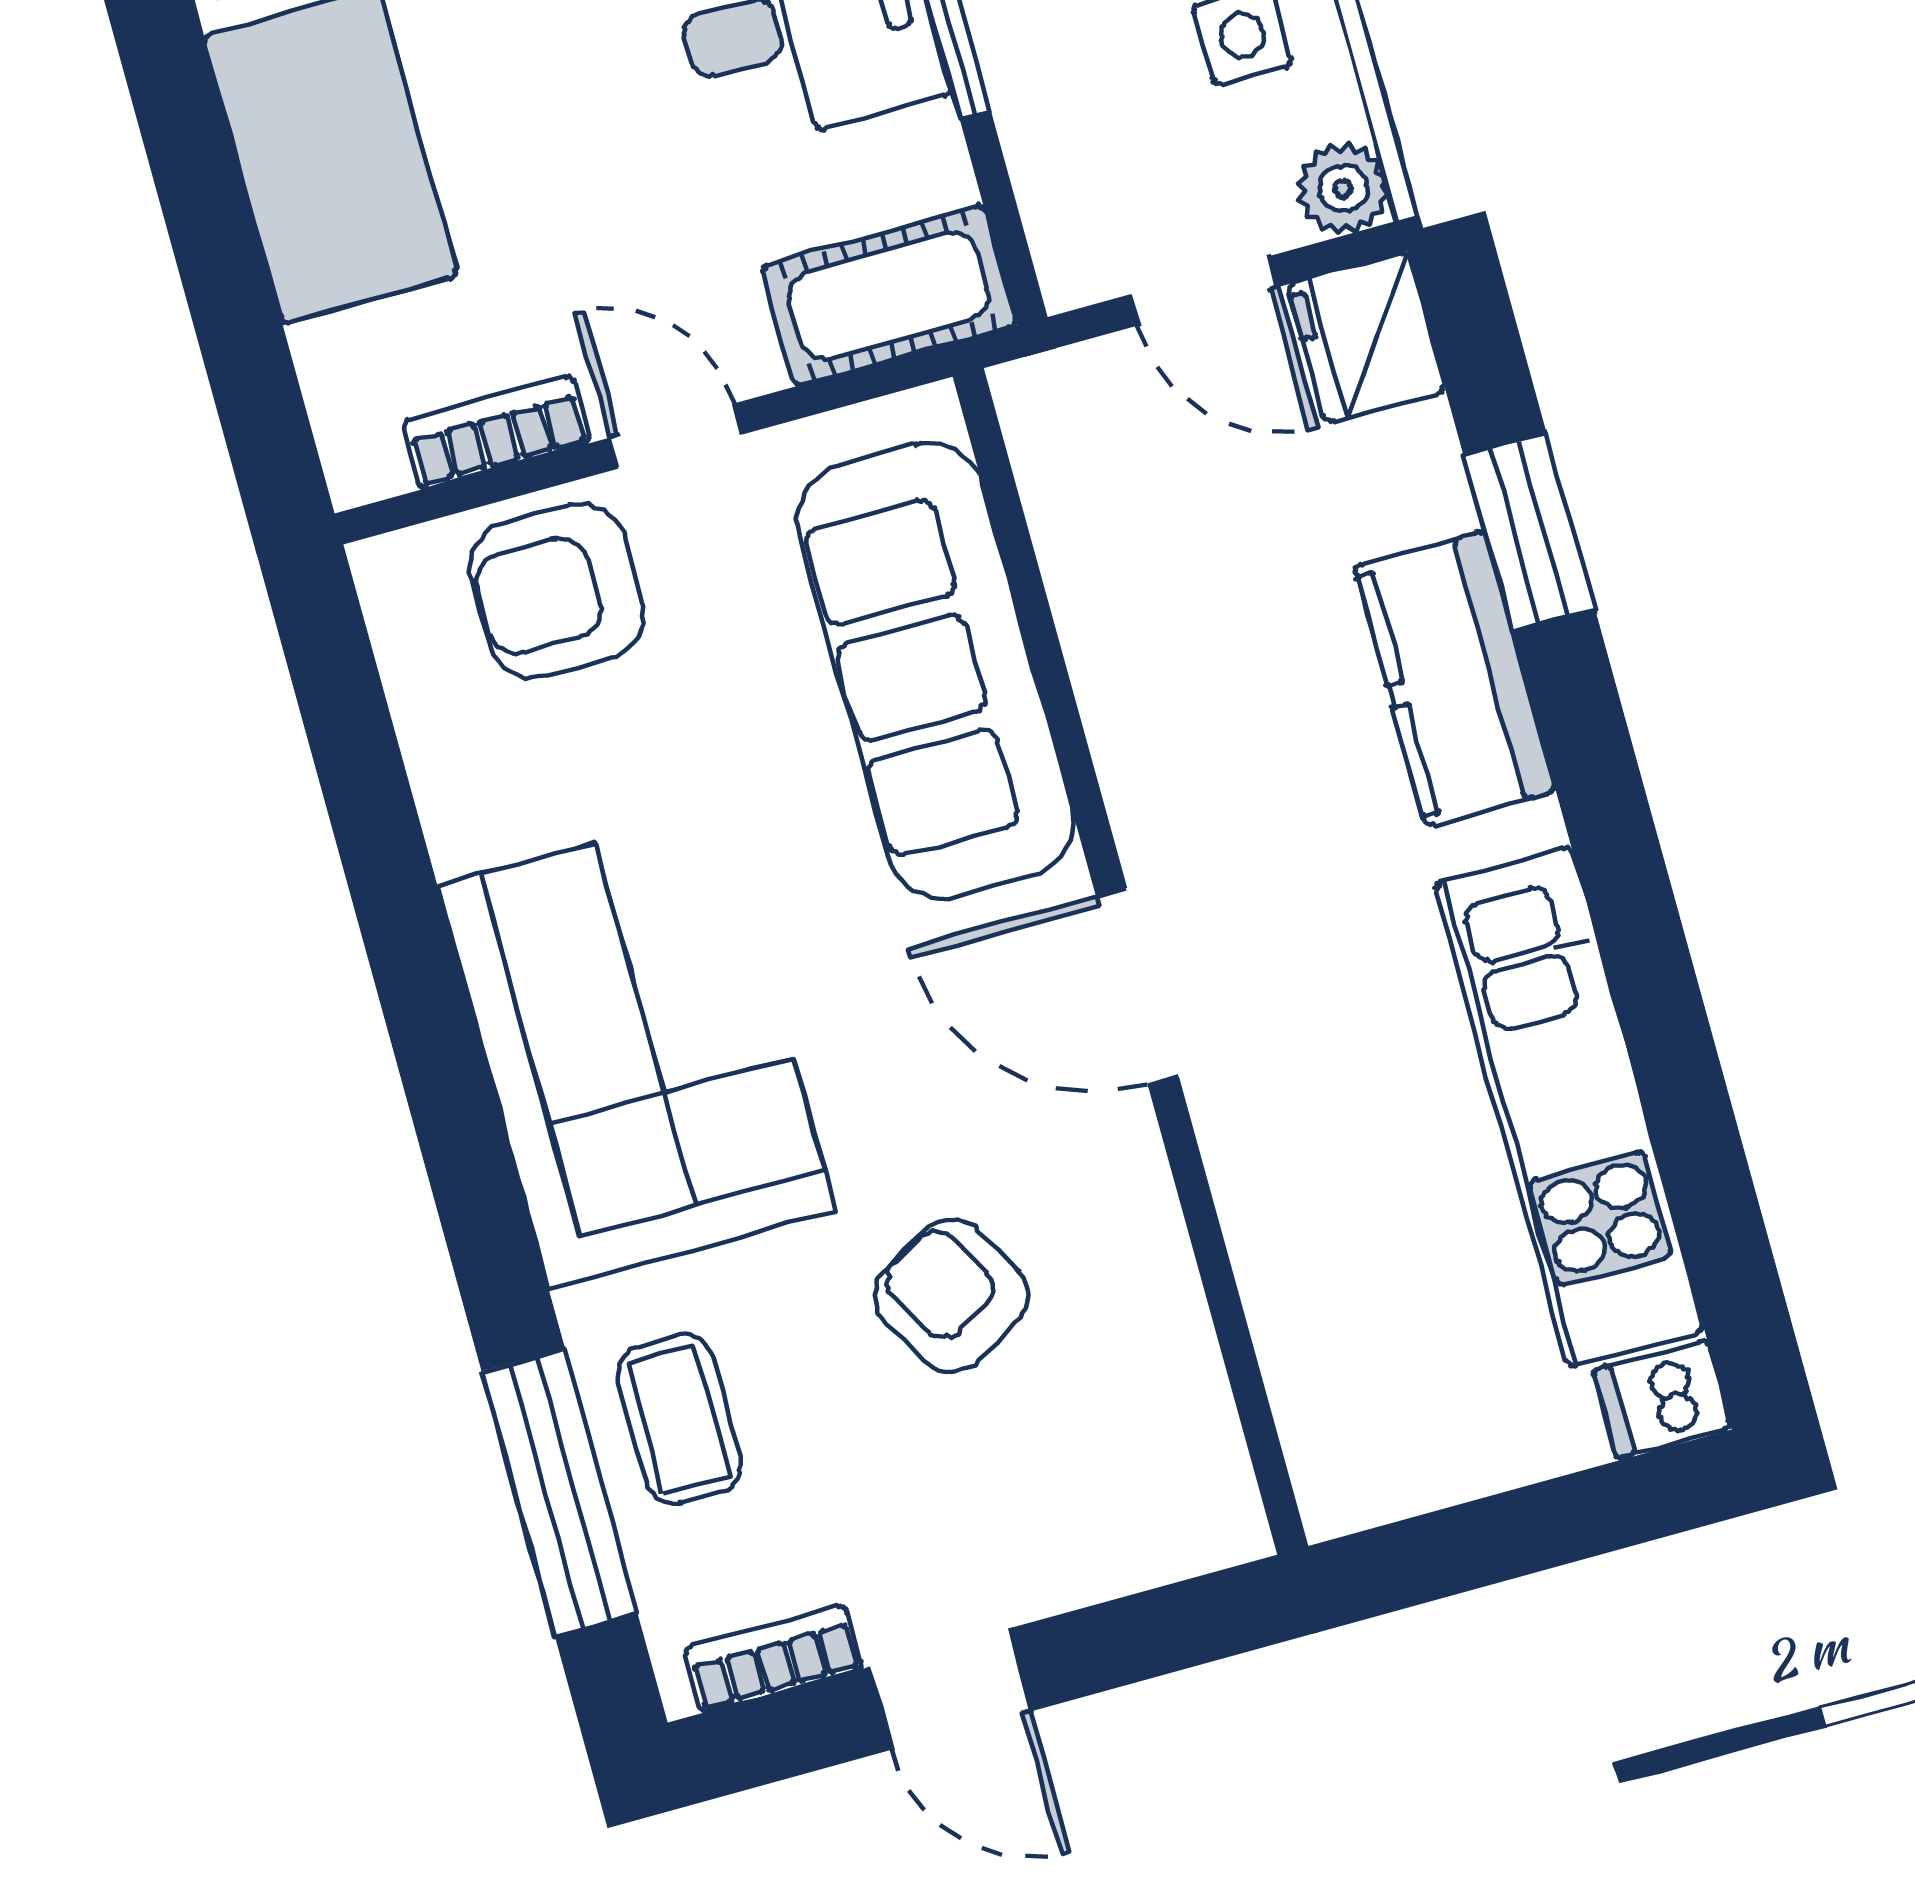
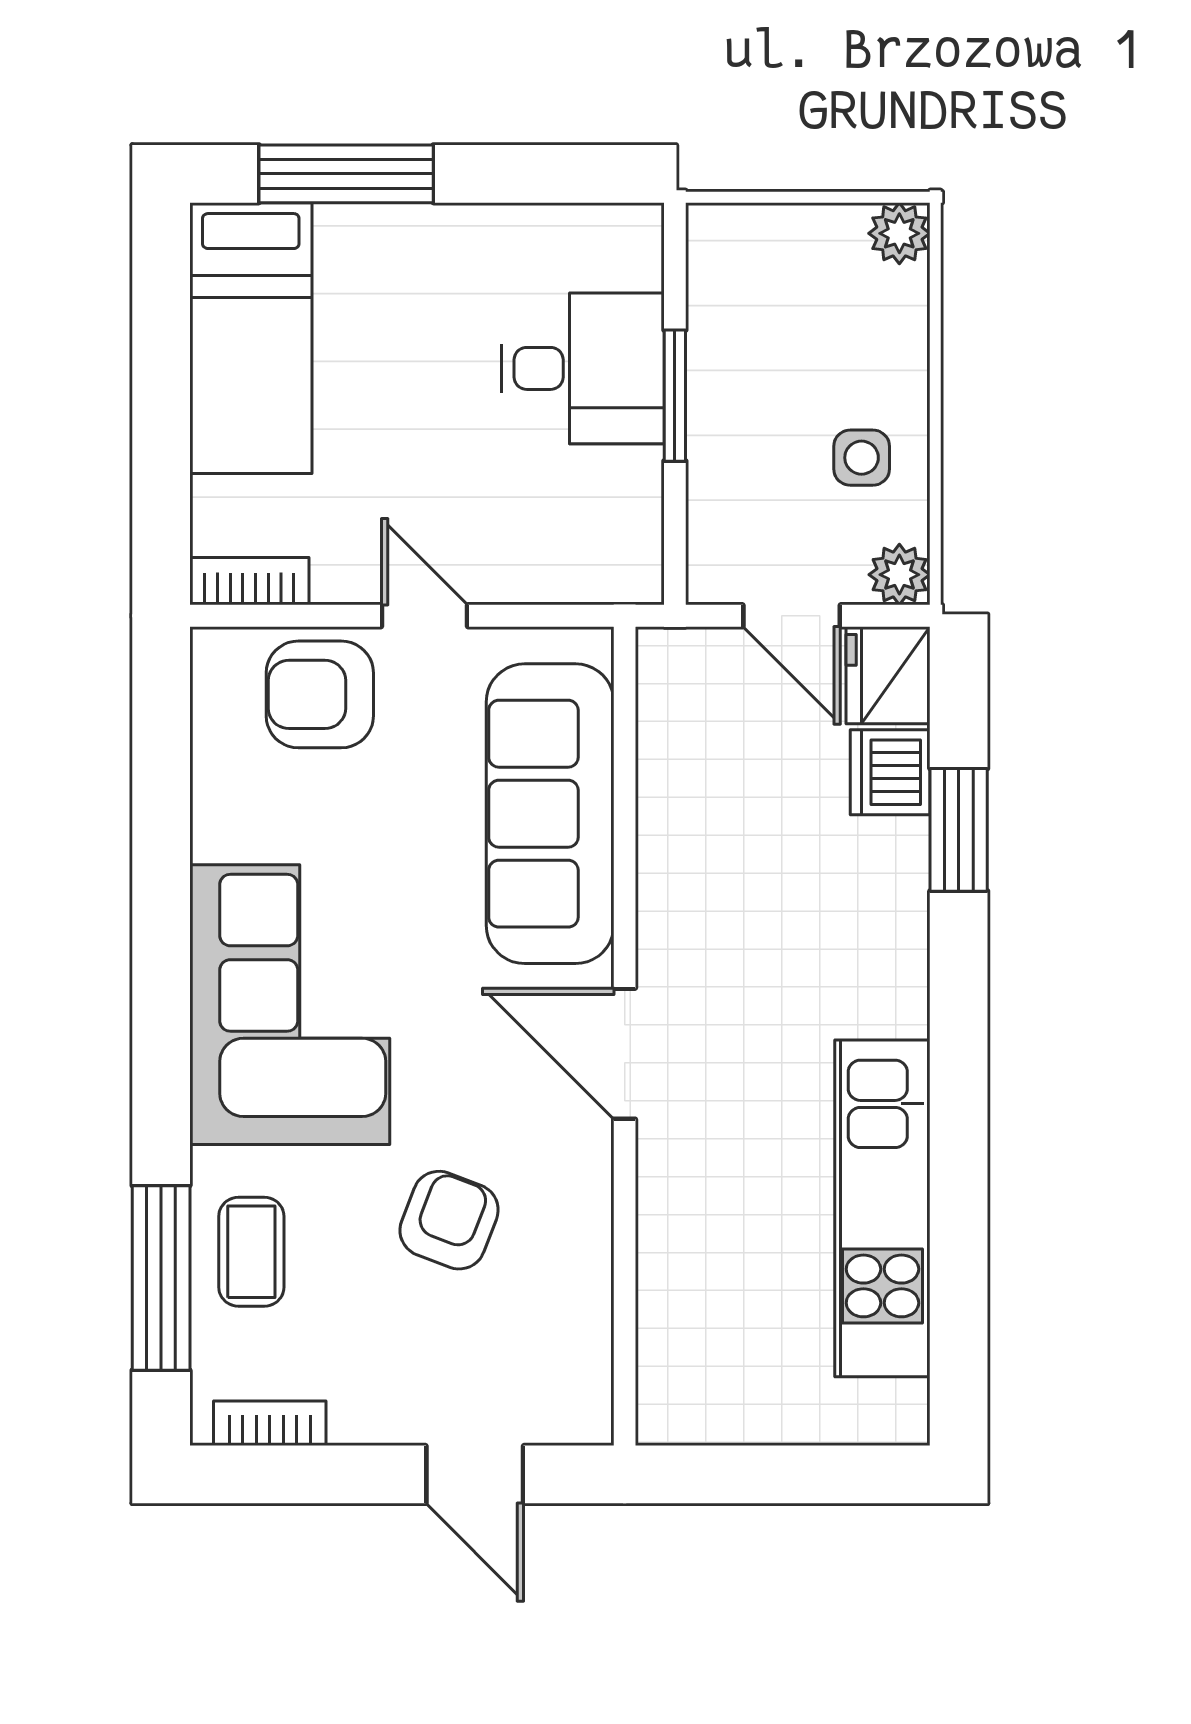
cot: (889, 296) -> (587, 563), removed
bookcase: (497, 432) -> (249, 581), moved
kitchen counter: (1455, 679) -> (885, 911), removed
armchair: (951, 1295) -> (449, 1220), turned 50
dishwasher: (1662, 1399) -> (890, 772), moved, width x1.38
door: (950, 1689) -> (475, 1474), moved

